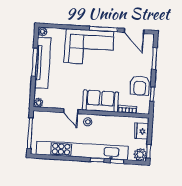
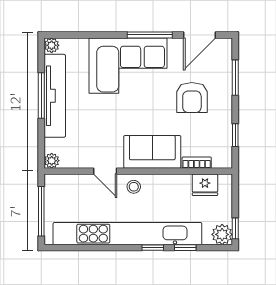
door: (134, 31) -> (199, 35), hinge flipped
armchair: (140, 85) -> (192, 98), moved
fridge: (141, 131) -> (205, 185), moved, turned -90

